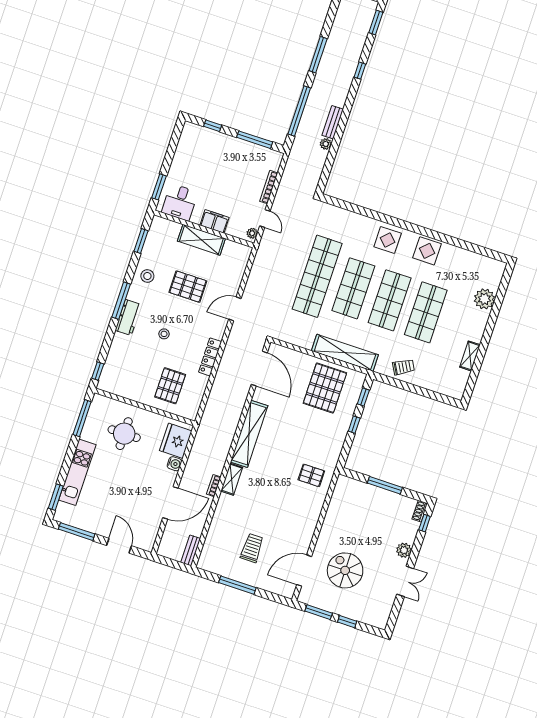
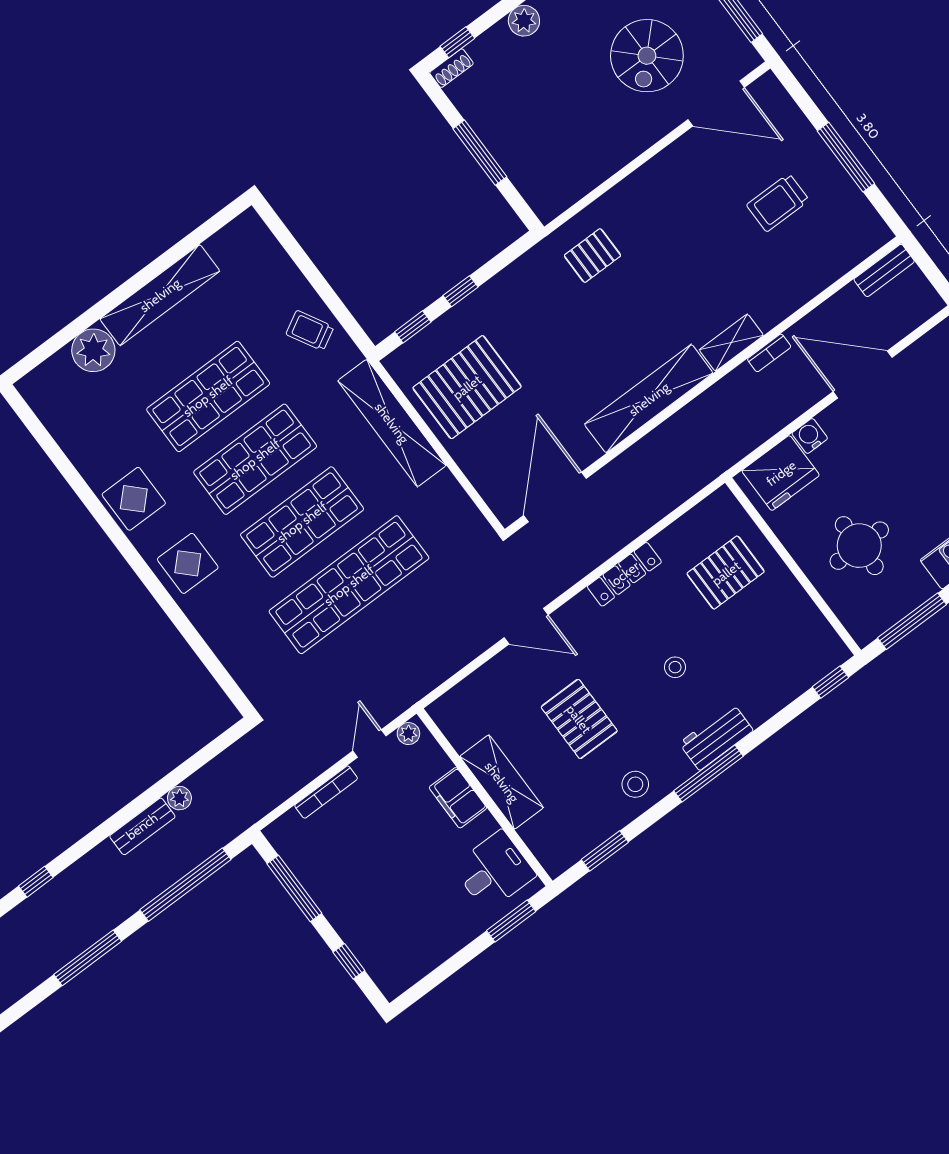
shelving: (470, 356) -> (160, 295), width x2.20, depth x1.33
pallet: (311, 475) -> (592, 256), turned 90

